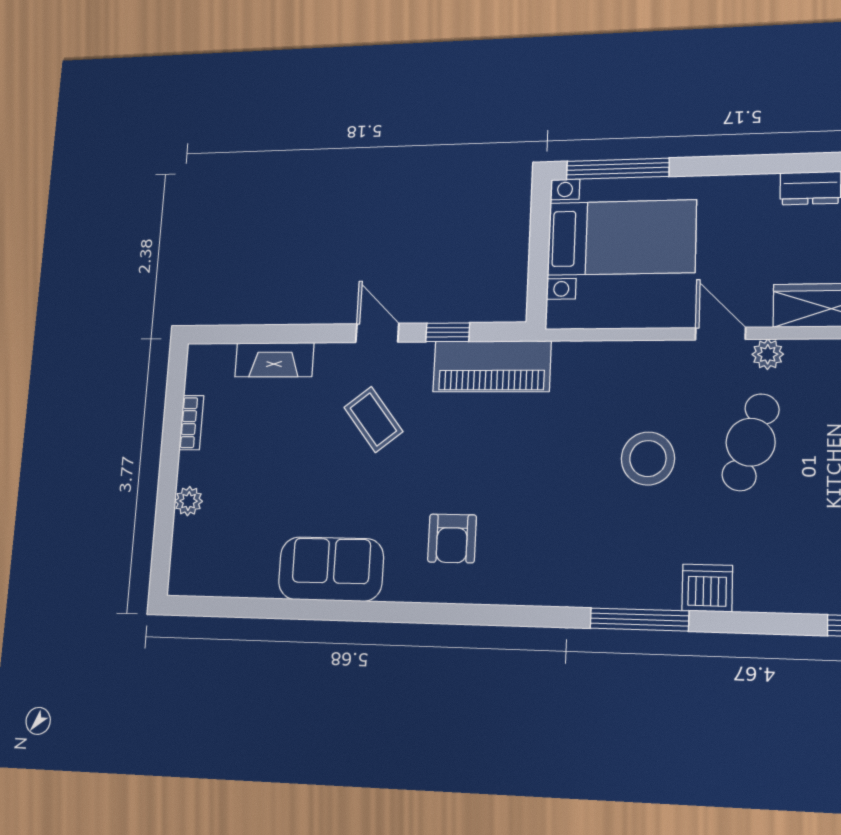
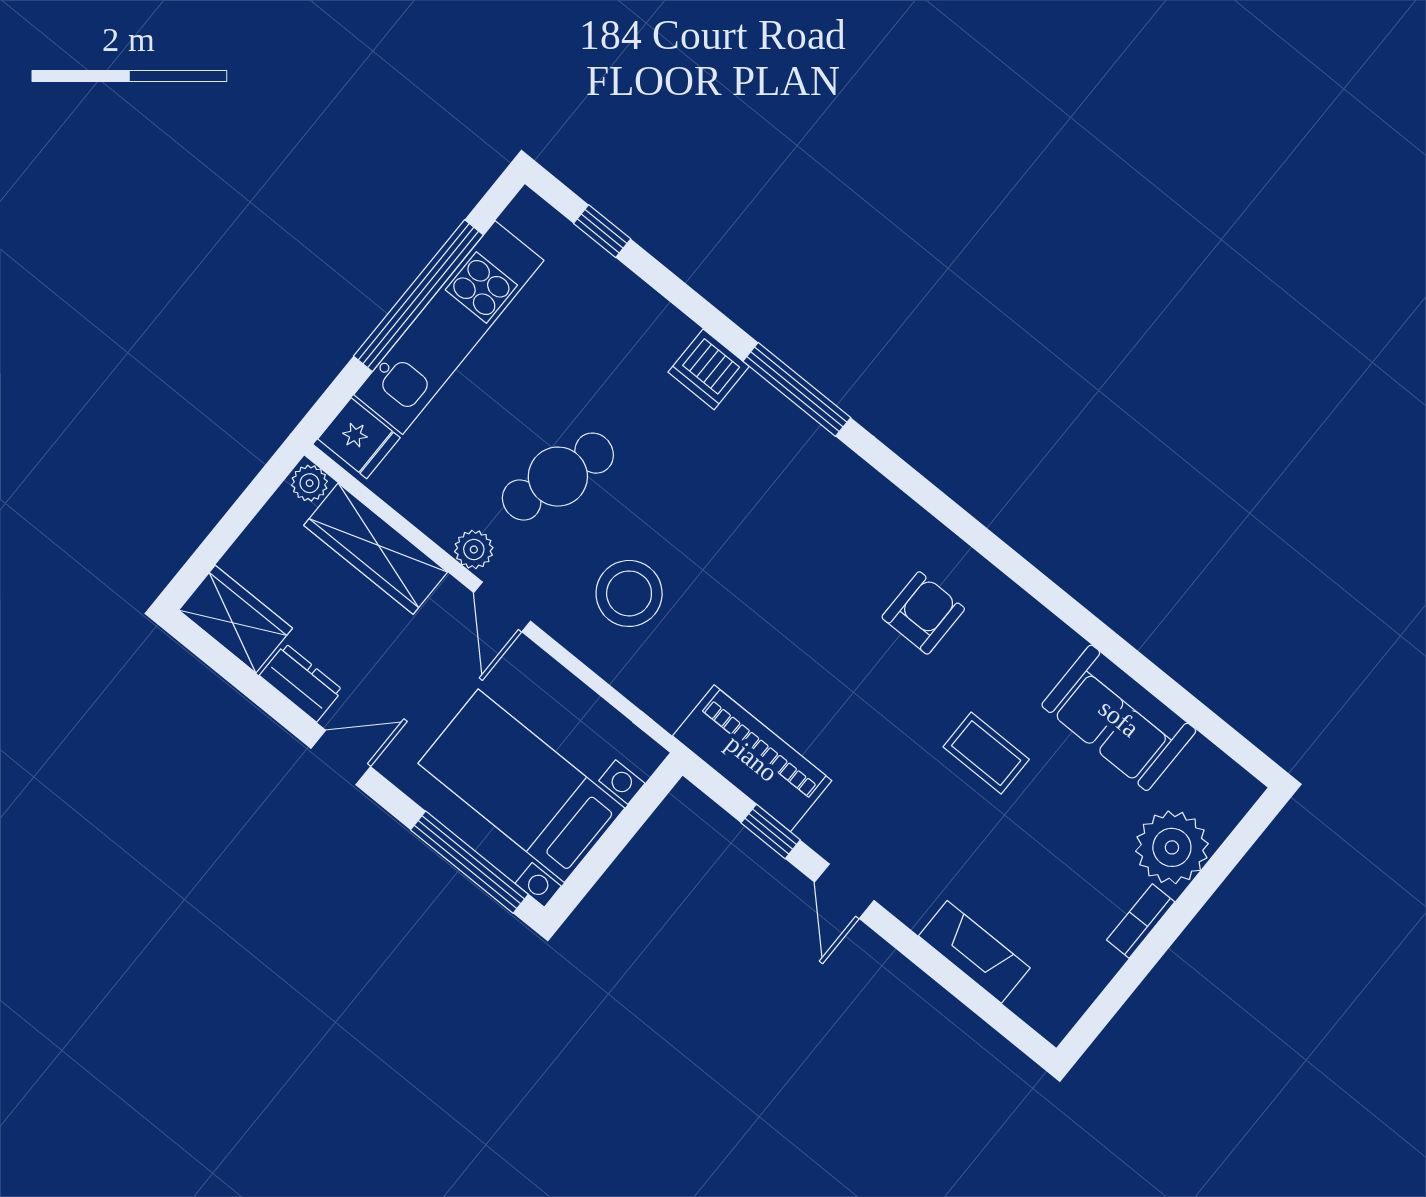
door: (748, 165) -> (341, 758), added
coffee table: (373, 419) -> (986, 753), moved, turned -52
bookcase: (191, 423) -> (1141, 921), moved
stool: (648, 459) -> (629, 593), moved
plant: (189, 501) -> (1172, 847), width x1.88, depth x1.88
sofa: (331, 569) -> (1119, 718), moved

